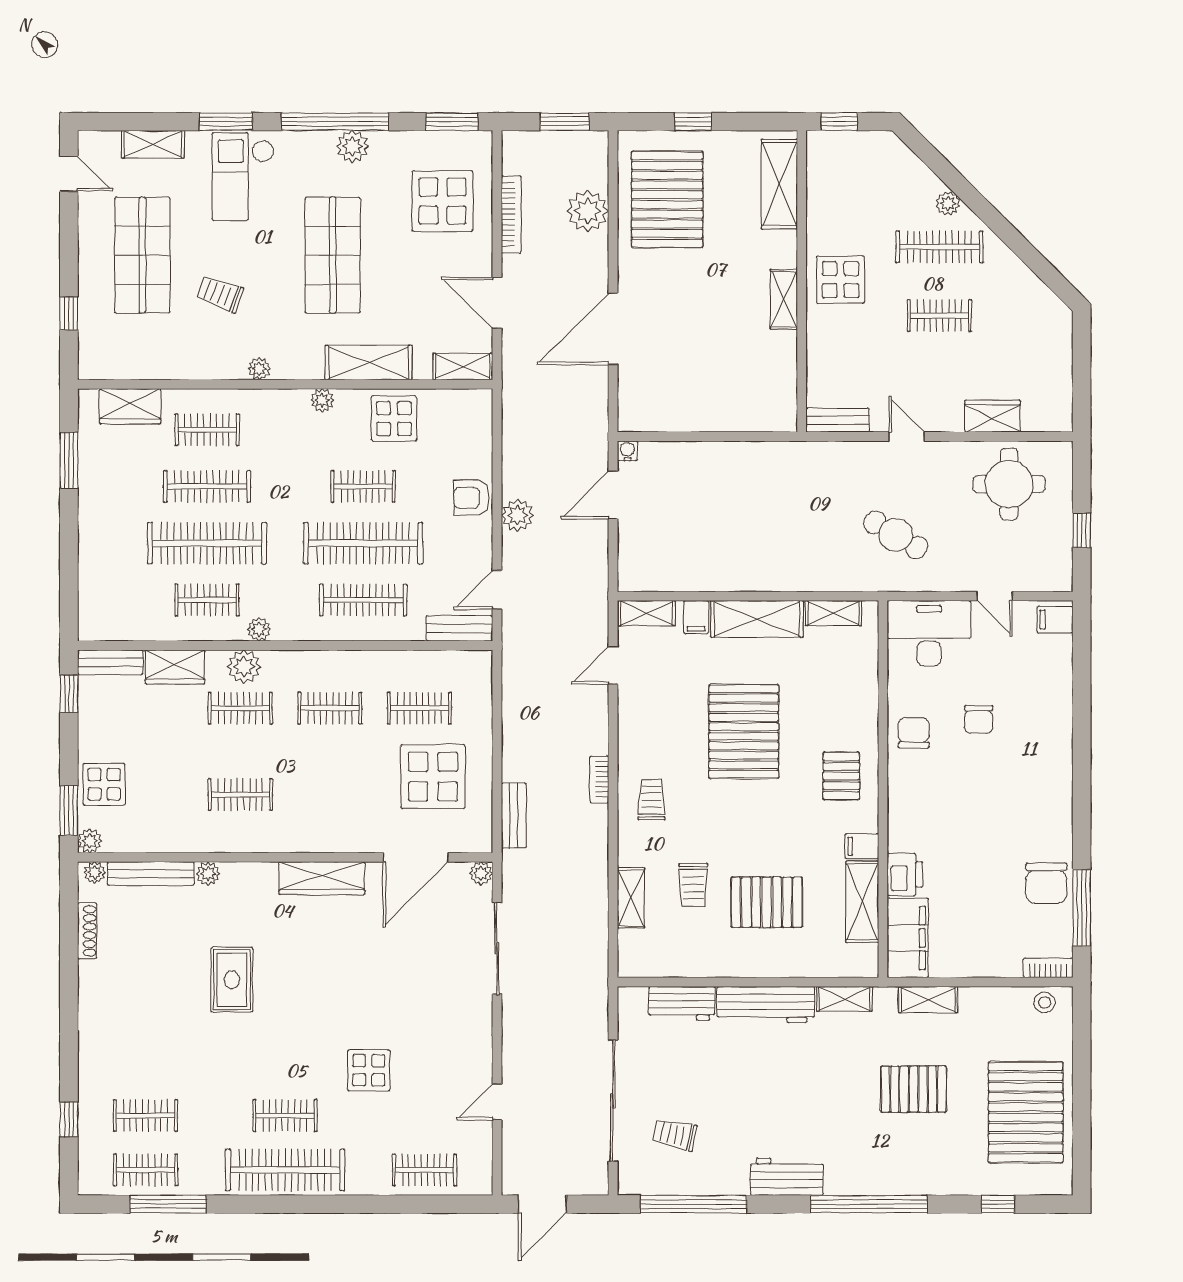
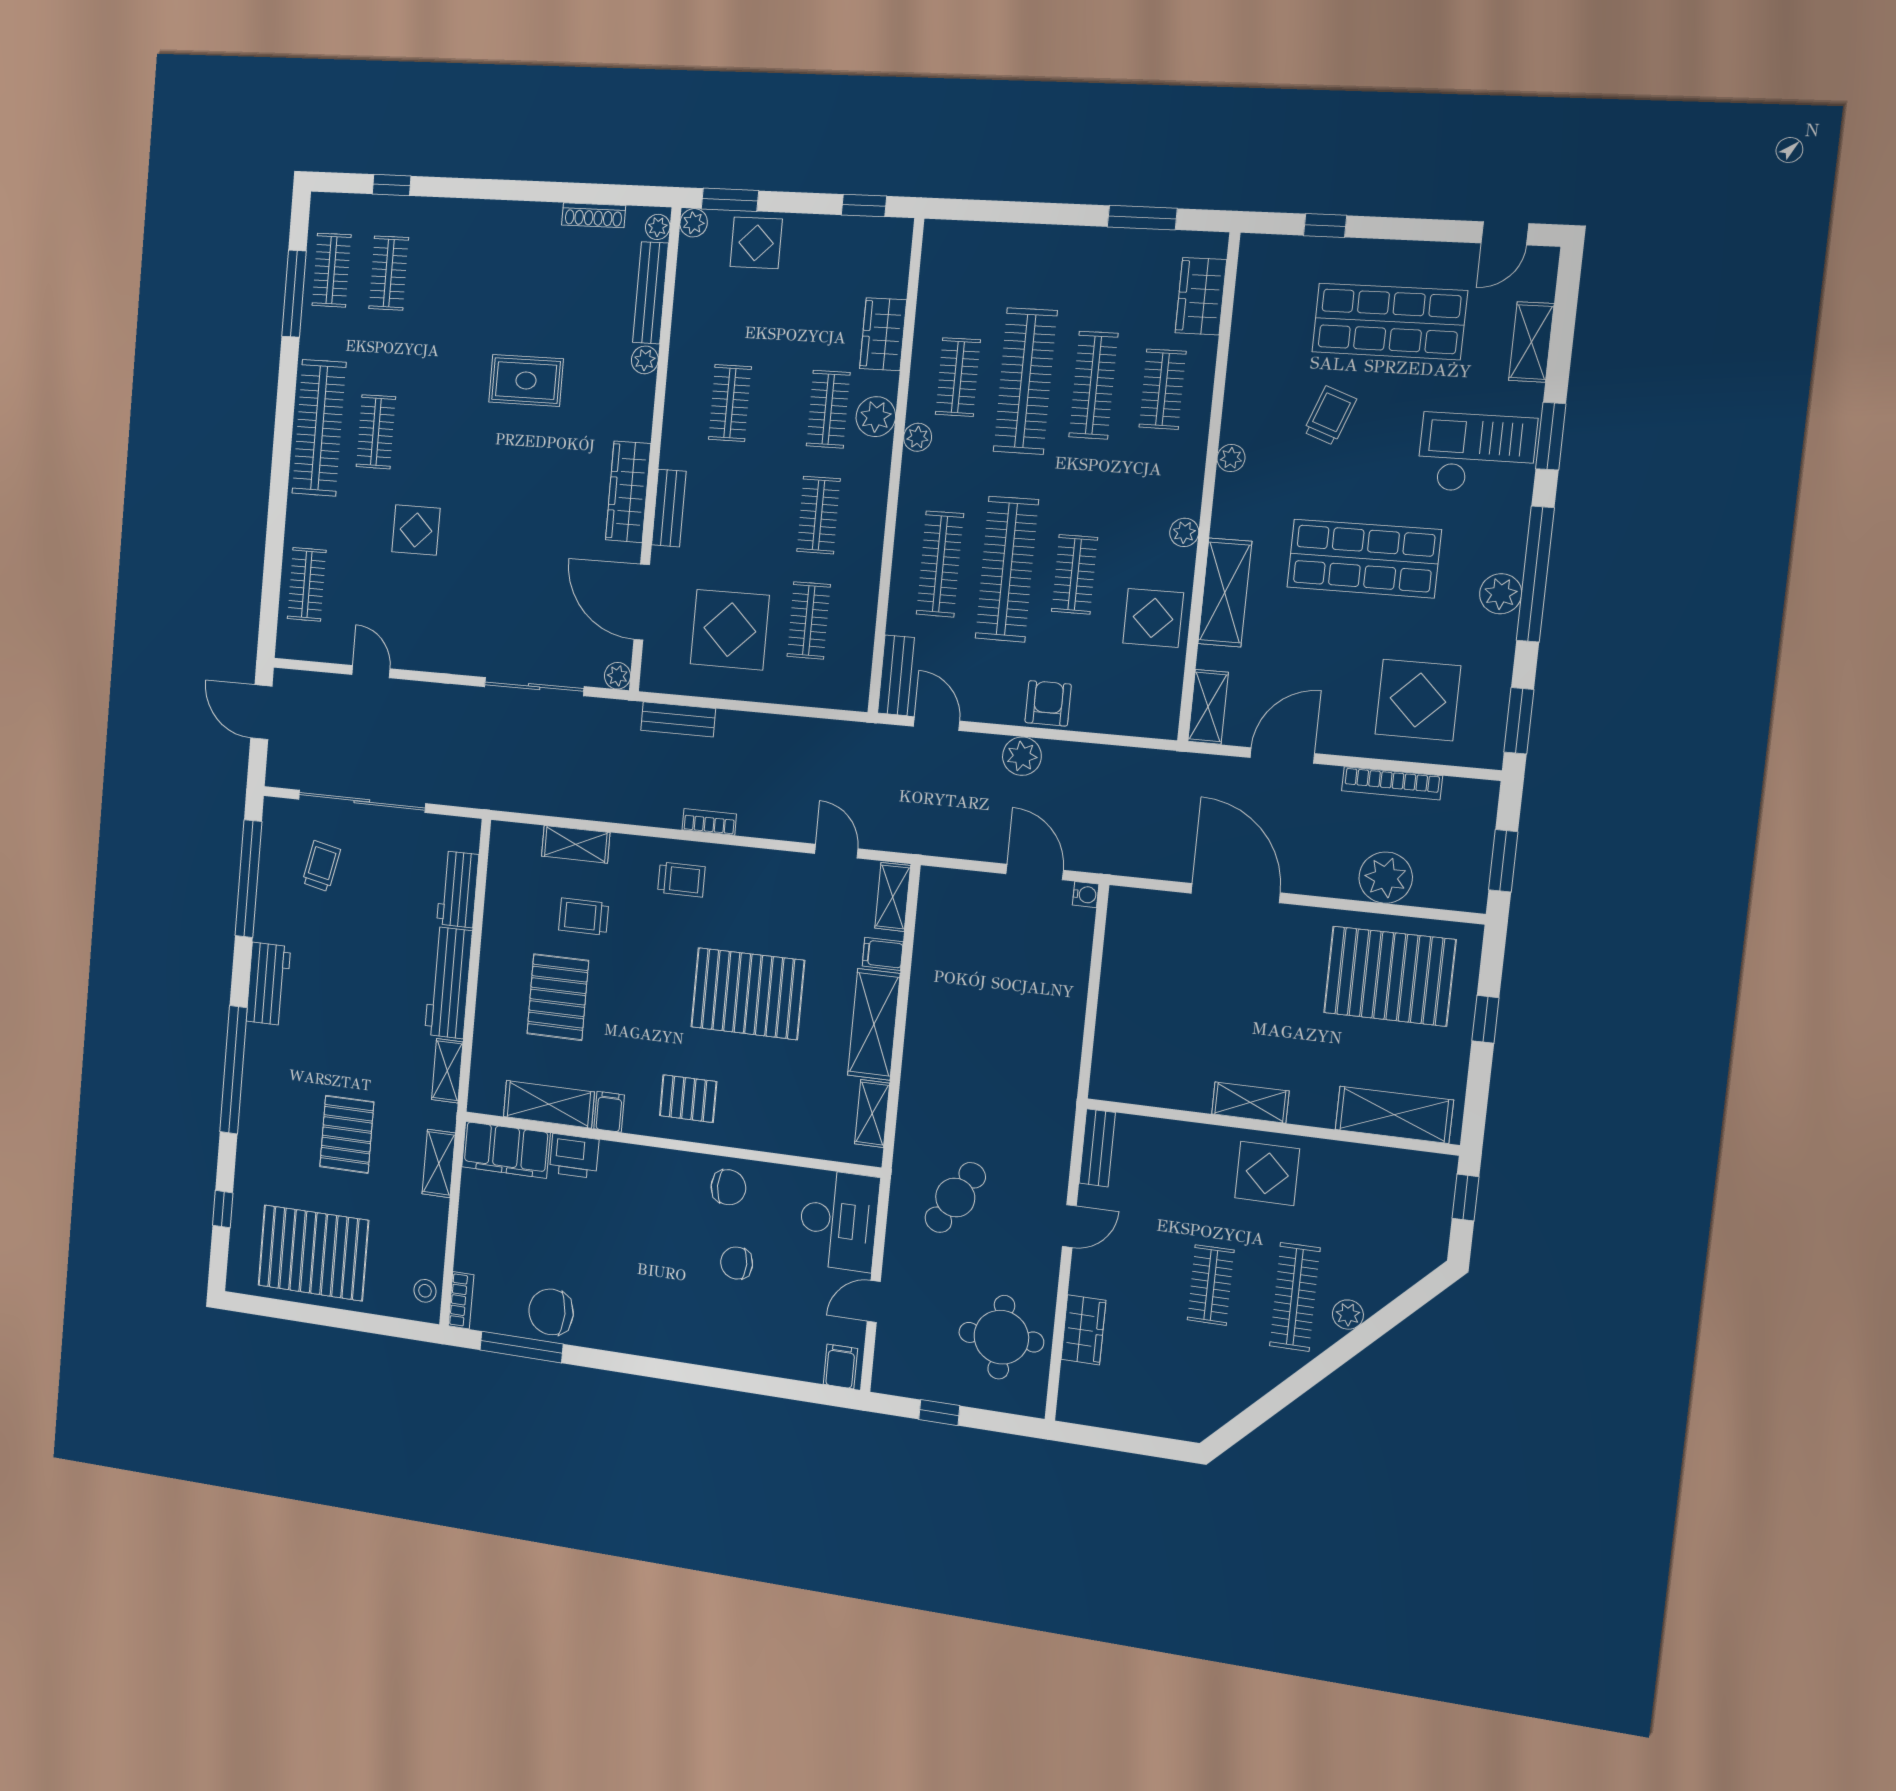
bench: (110, 662) -> (669, 508), moved

